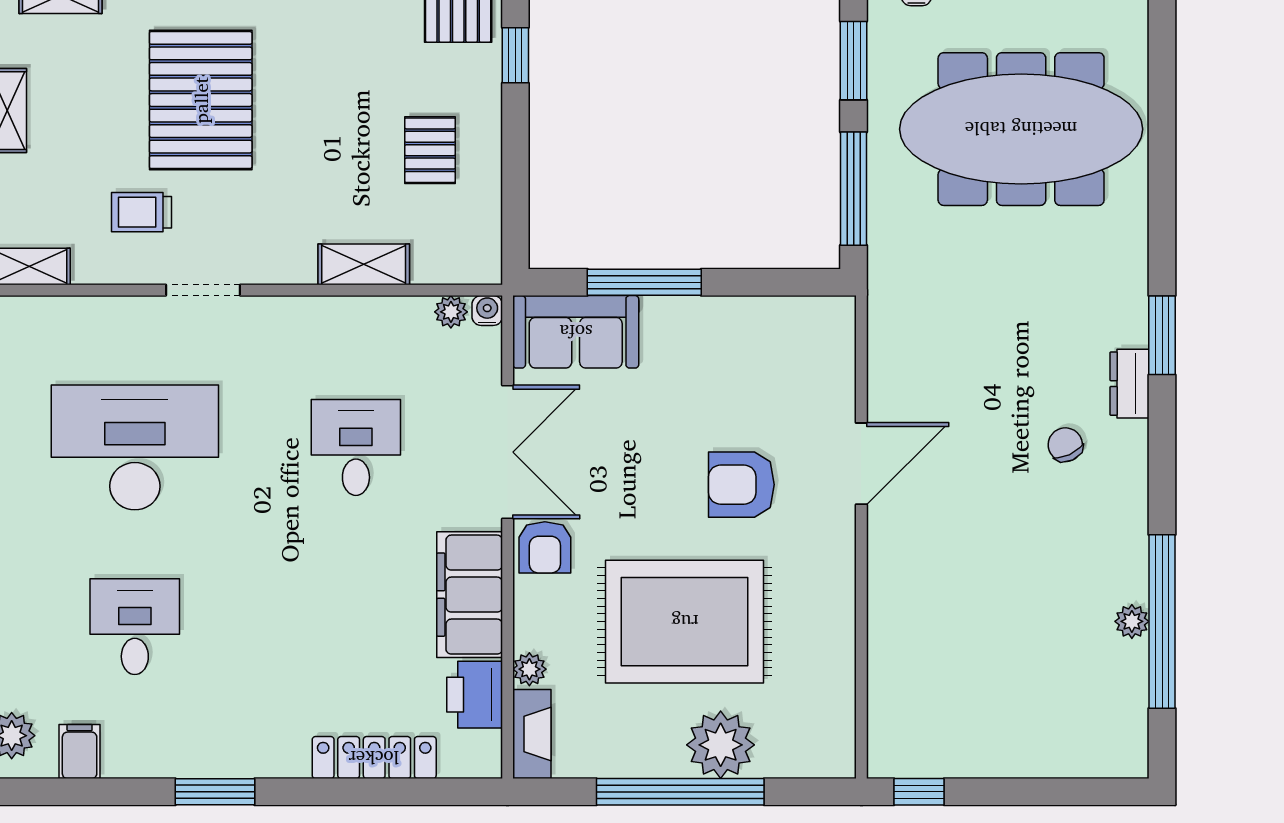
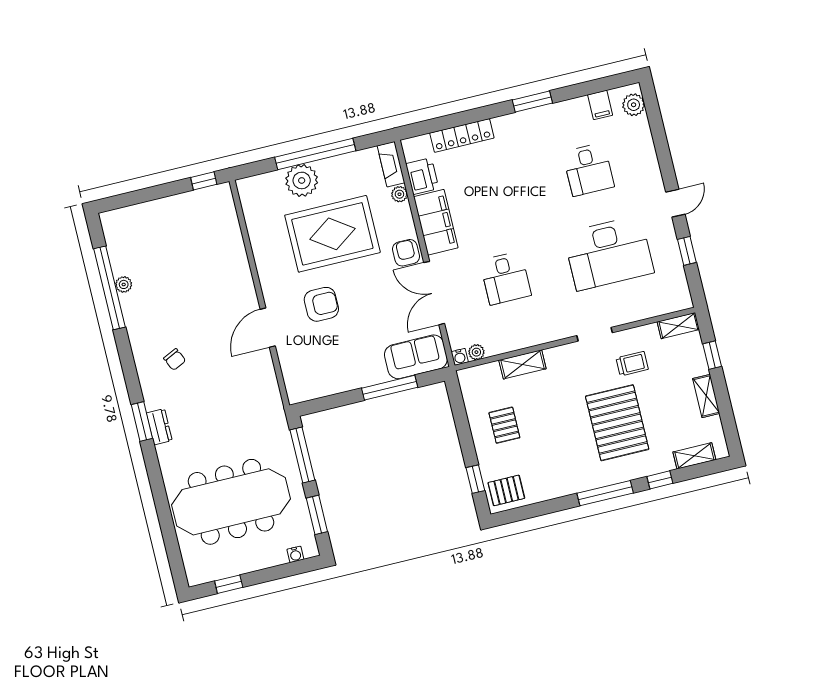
dresser: (1130, 384) -> (159, 427), moved

